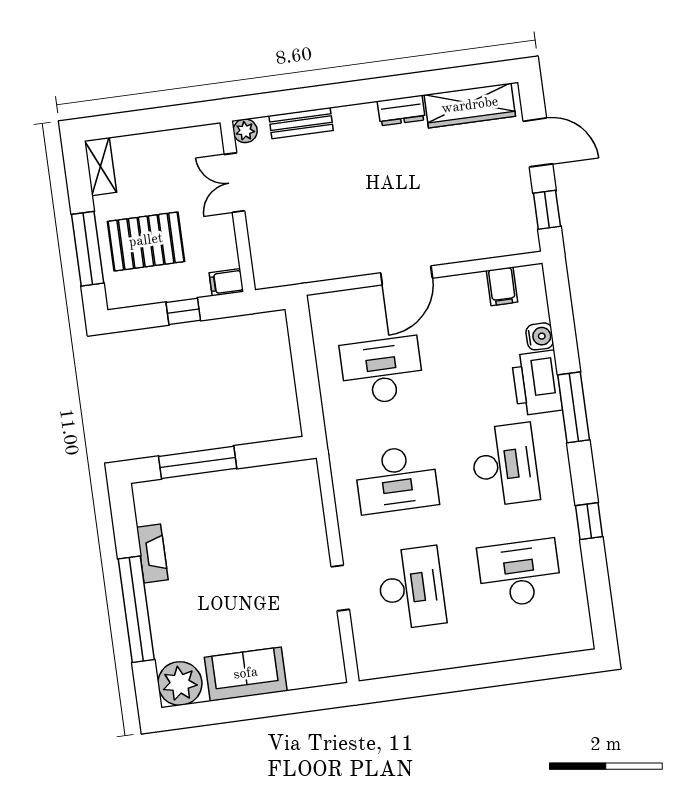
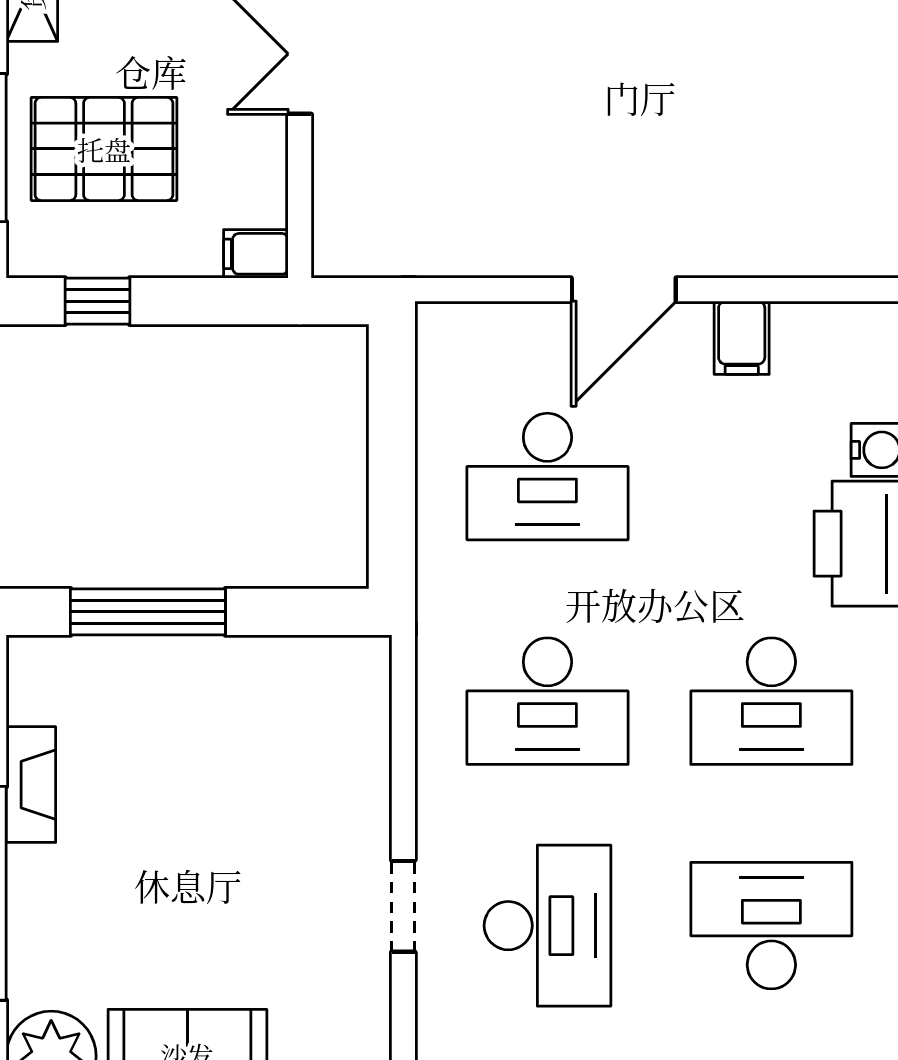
filing cabinet: (502, 286) -> (742, 338), moved
window: (183, 311) -> (97, 301), moved
desk: (382, 371) -> (547, 477), turned 180
desk: (505, 465) -> (771, 701), turned 90

